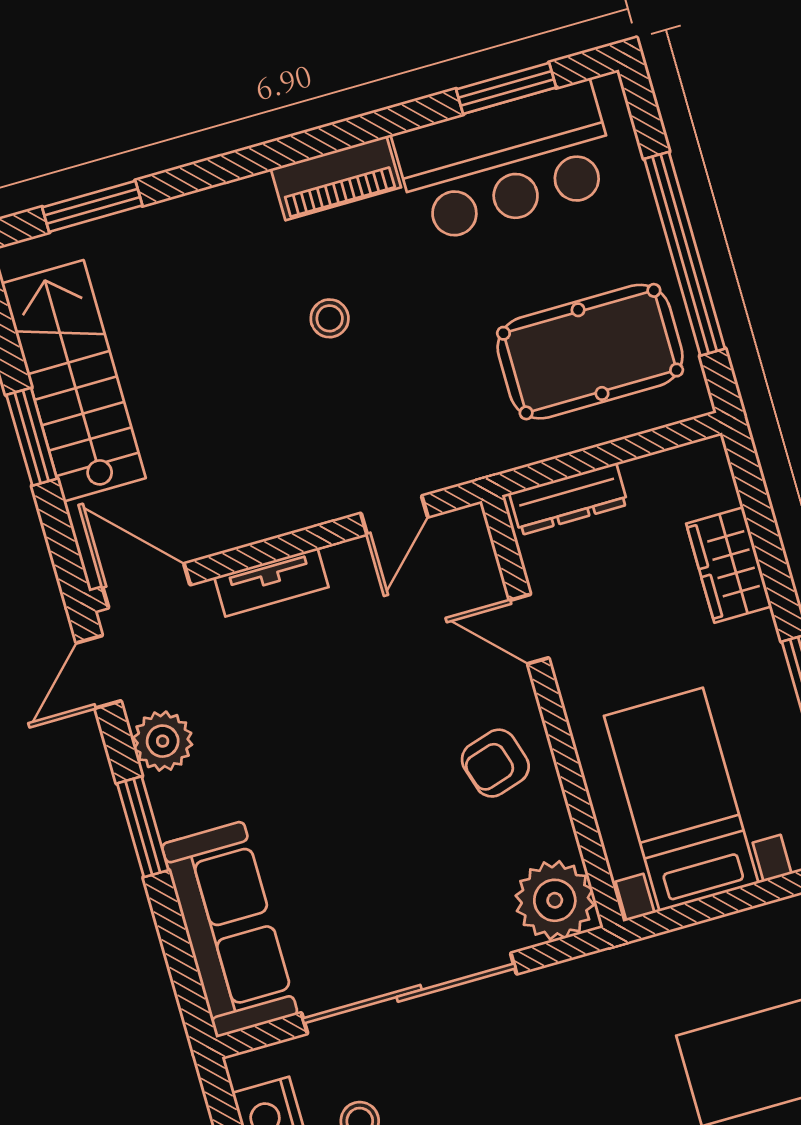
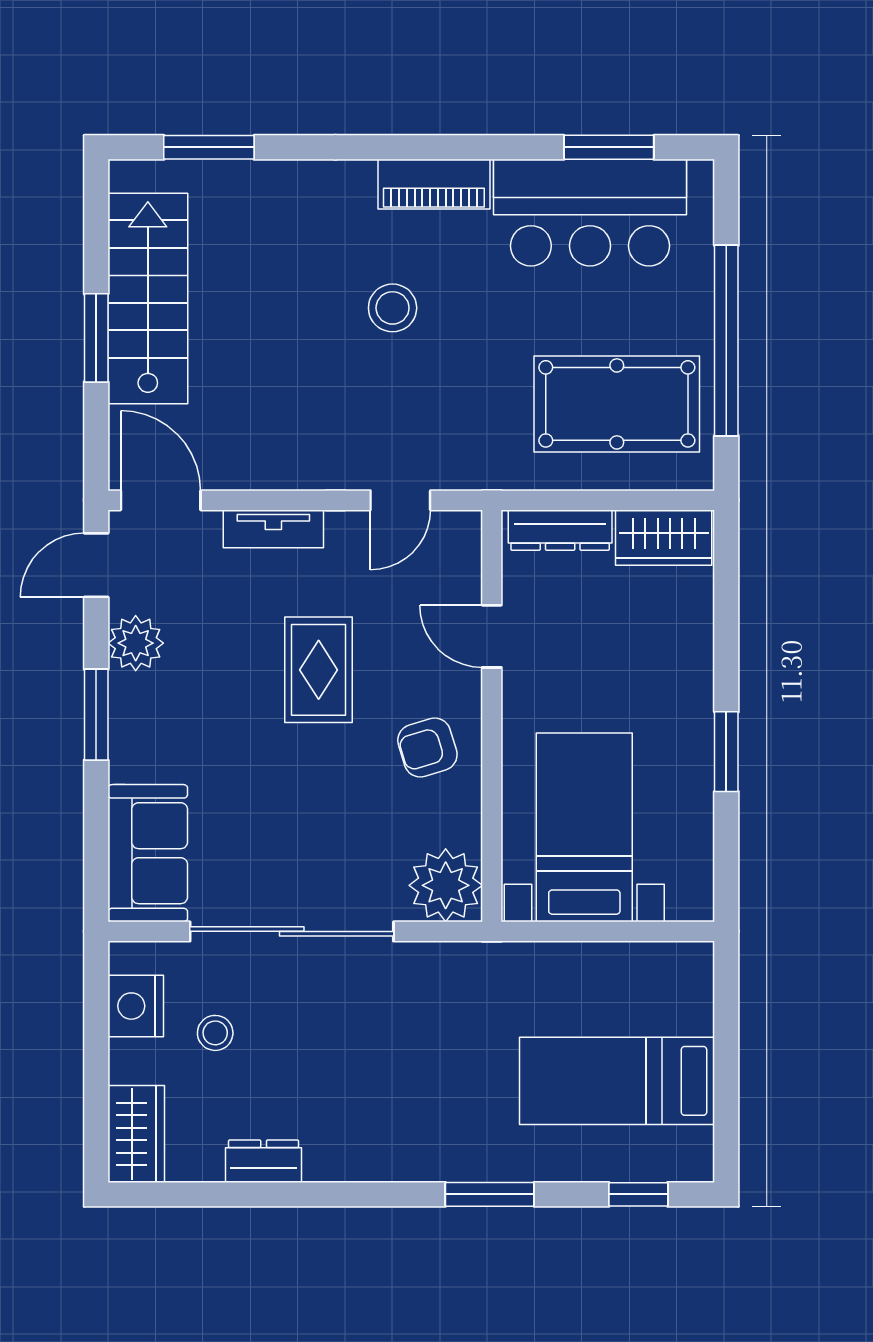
stool: (330, 318) -> (393, 308), width x1.37, depth x1.37
wardrobe: (729, 565) -> (664, 538), moved, turned -90
rug: (360, 715) -> (319, 670), added
sofa: (230, 929) -> (148, 853), width x0.73

